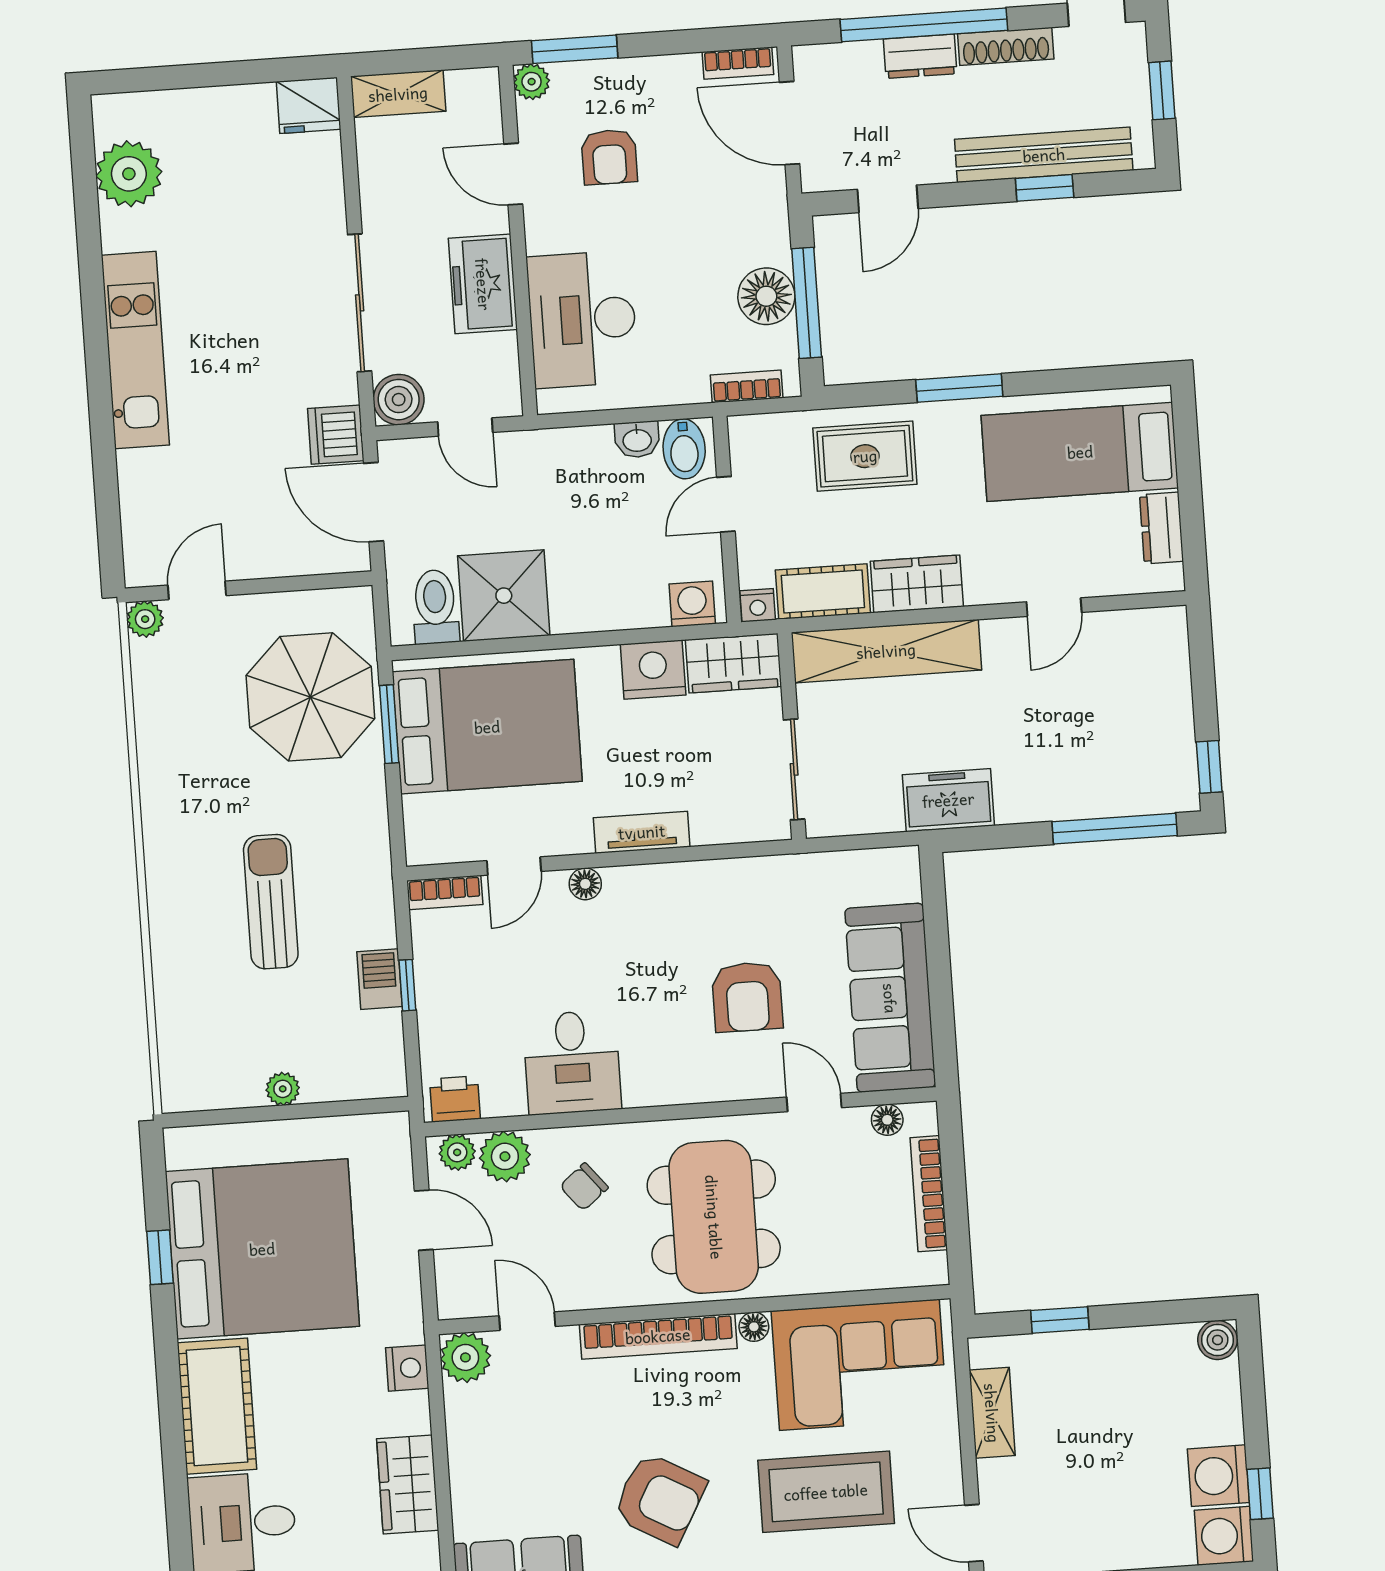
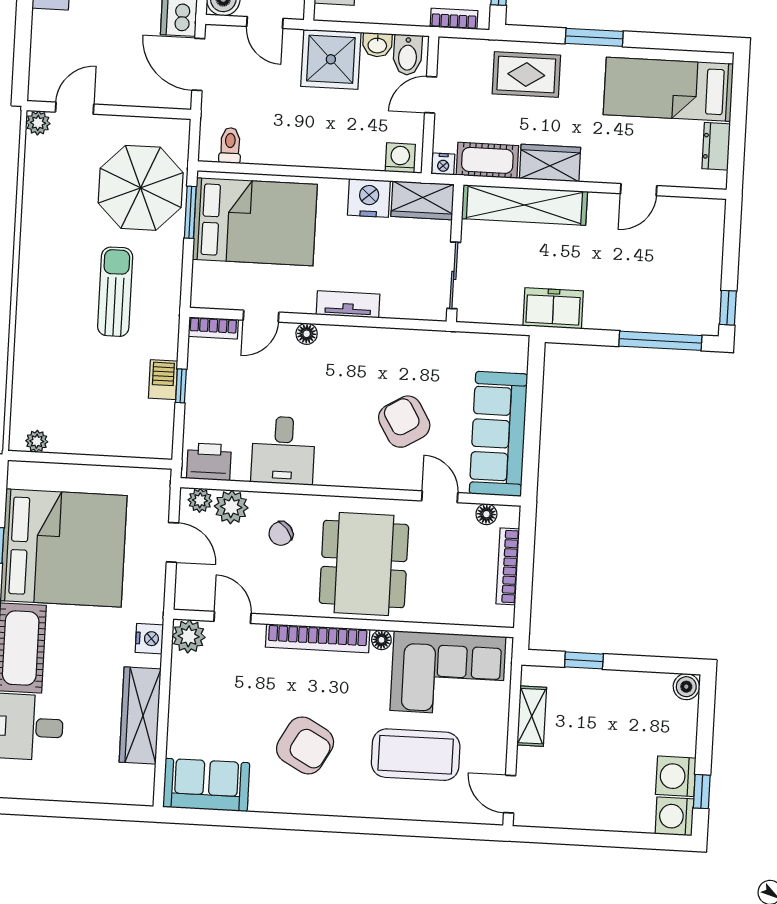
shower: (504, 596) -> (331, 59), moved
toilet: (435, 607) -> (230, 145), width x0.73, depth x0.72
sun lounger: (271, 902) -> (115, 292), moved
armchair: (747, 997) -> (404, 422), turned 149
plant: (283, 1089) -> (37, 441), moved
printer: (455, 1099) -> (209, 462), width x1.36, depth x1.24
wardrobe: (408, 1484) -> (140, 715), width x1.50

